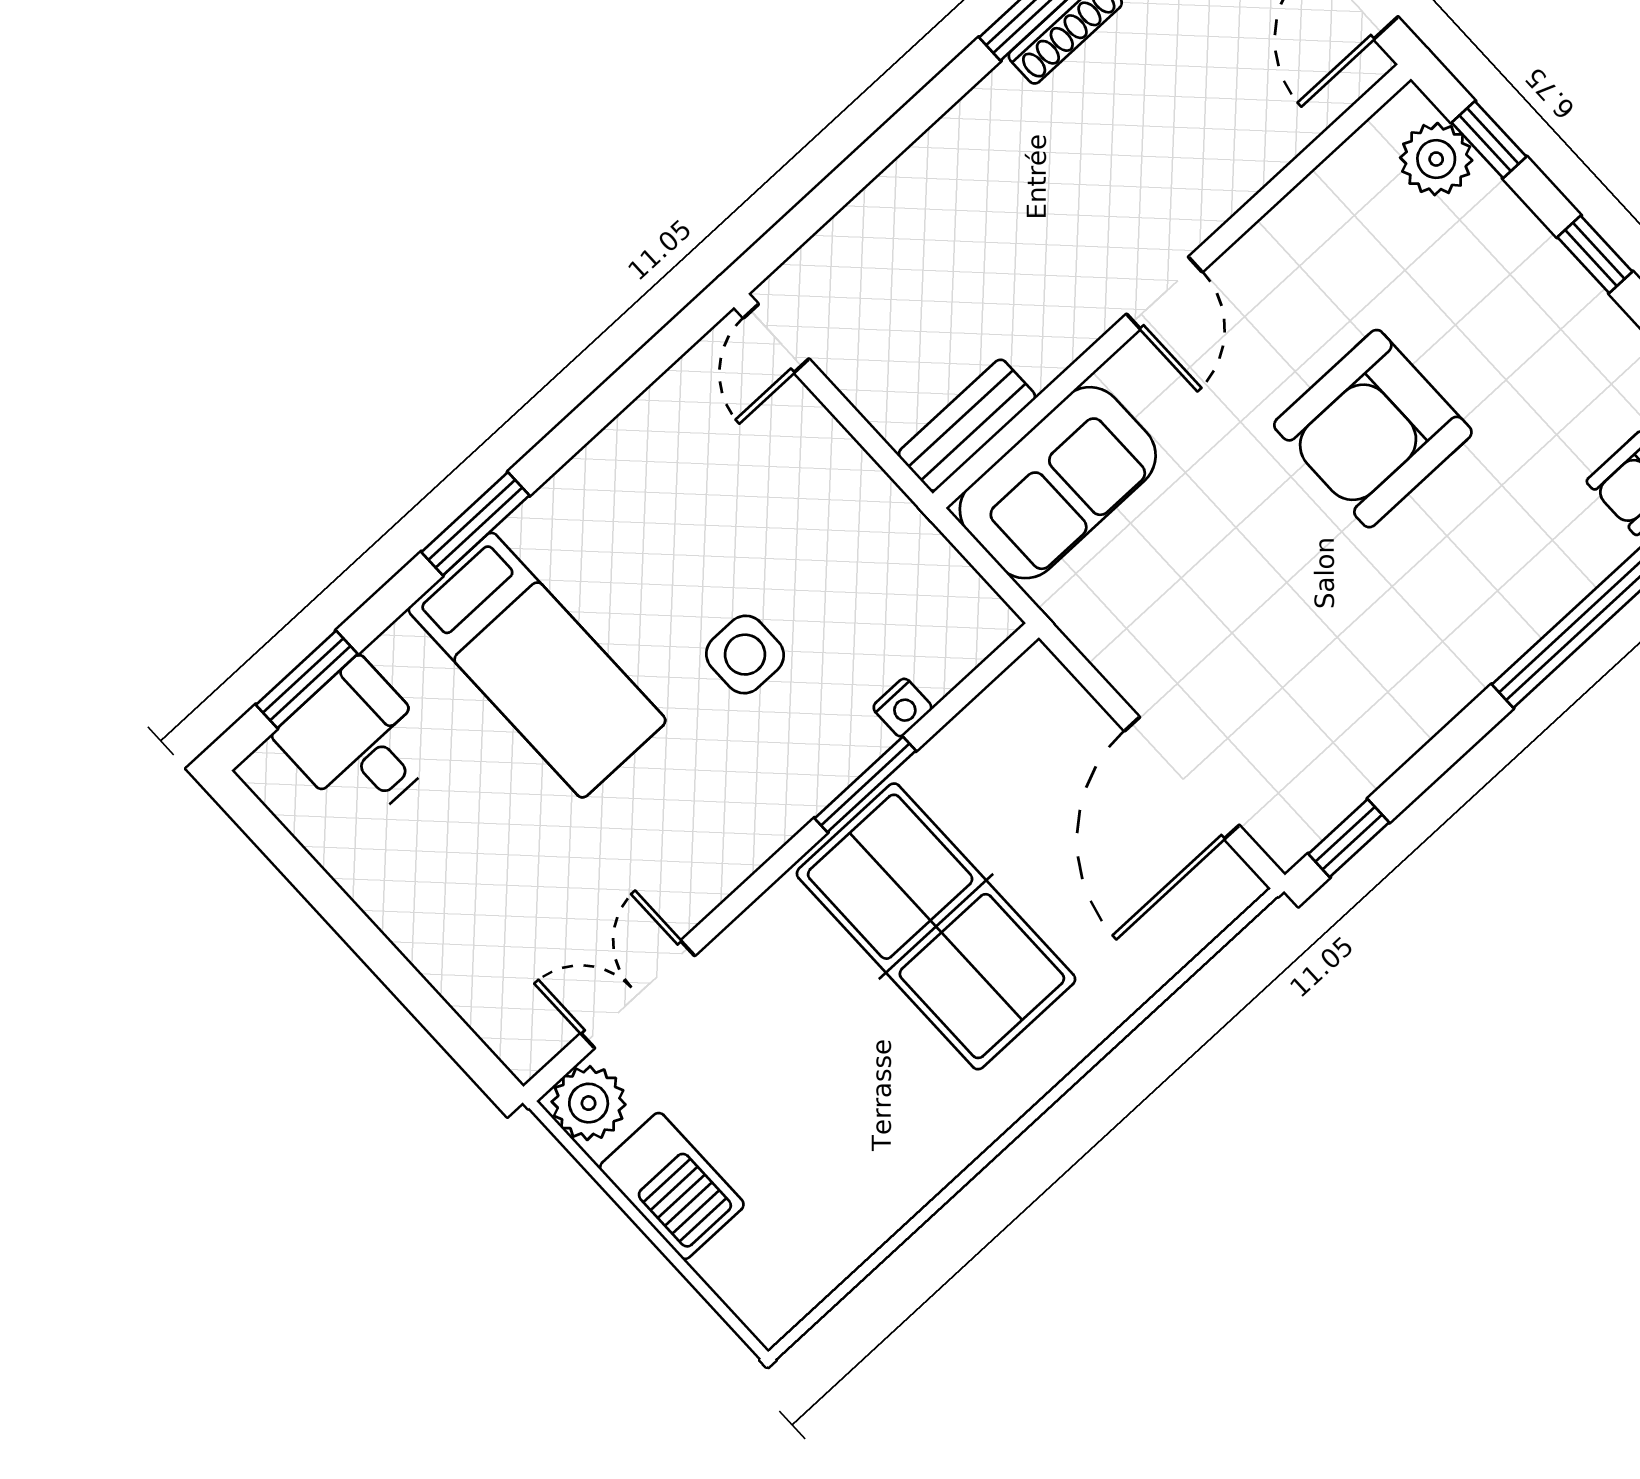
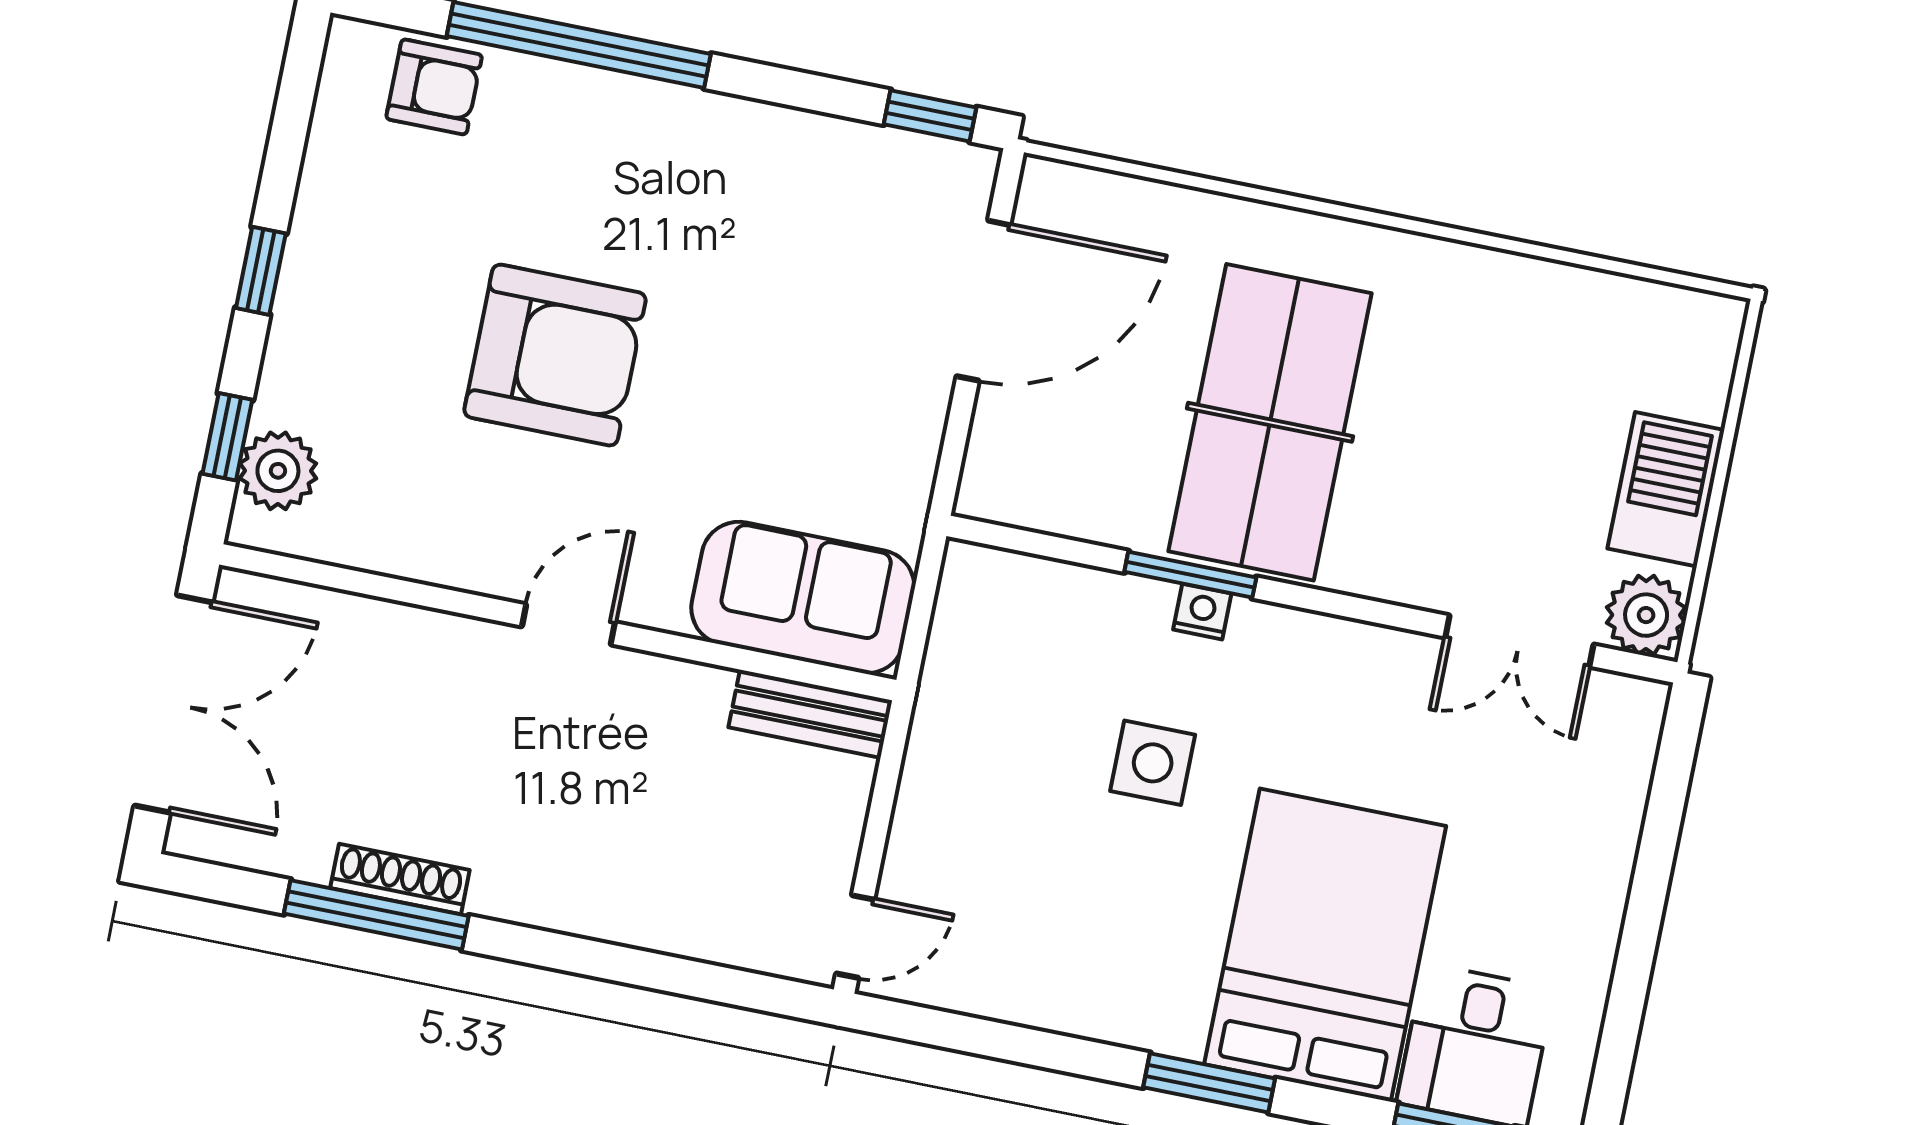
bed: (537, 665) -> (1325, 945), width x1.50
nightstand: (903, 708) -> (1202, 612), moved

